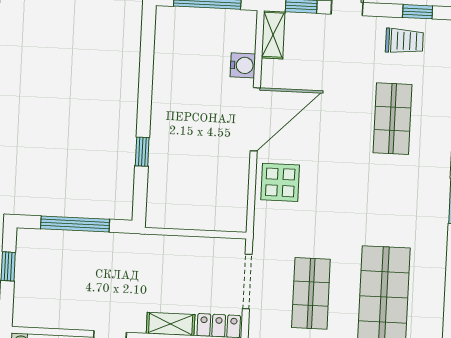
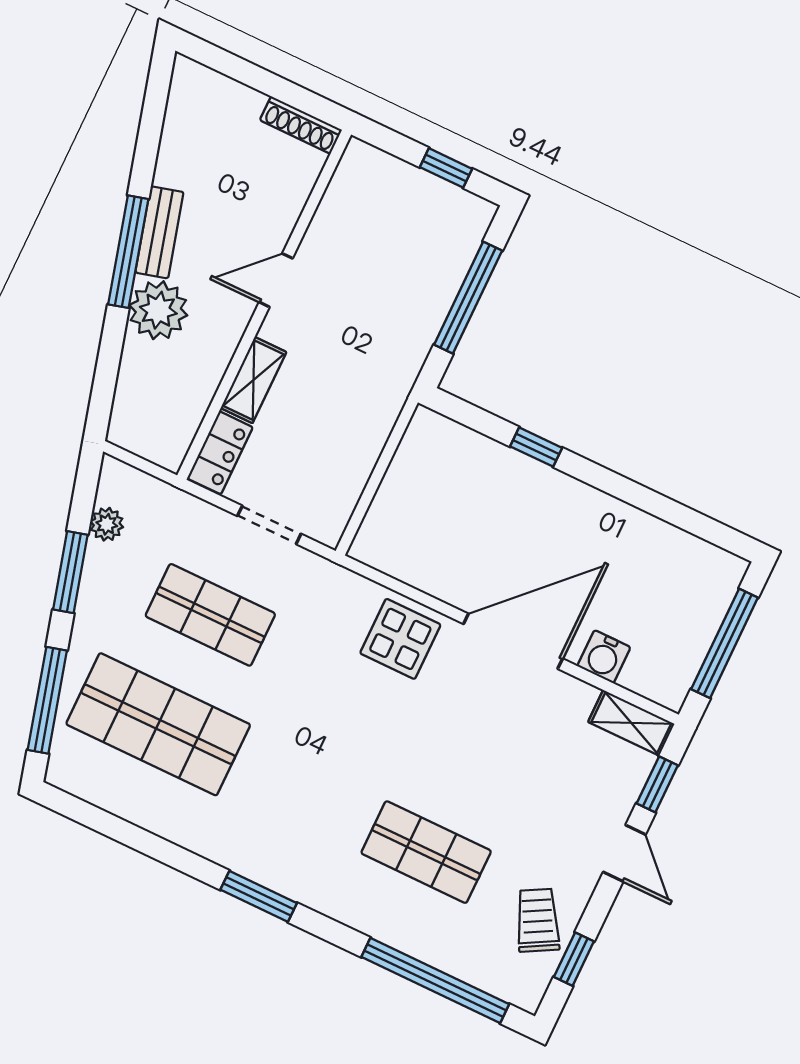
trolley: (404, 41) -> (538, 920), turned 151
door: (255, 119) -> (513, 641), swing flipped
doorway: (247, 282) -> (269, 525), width x0.73

